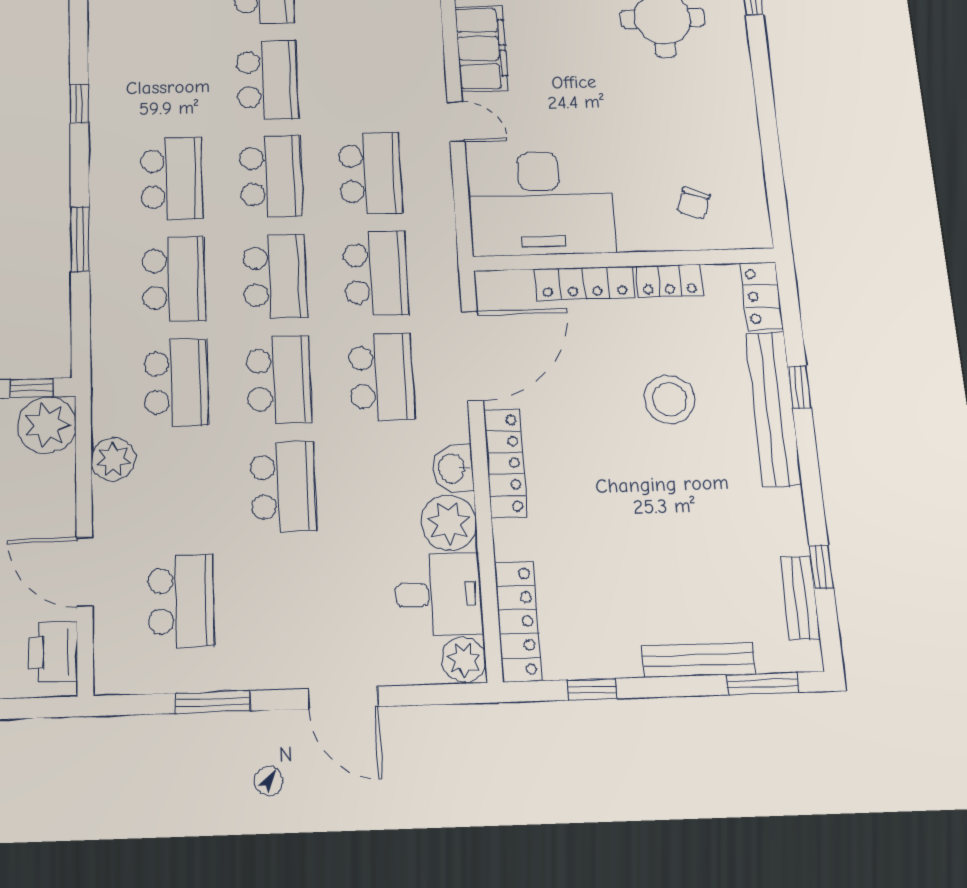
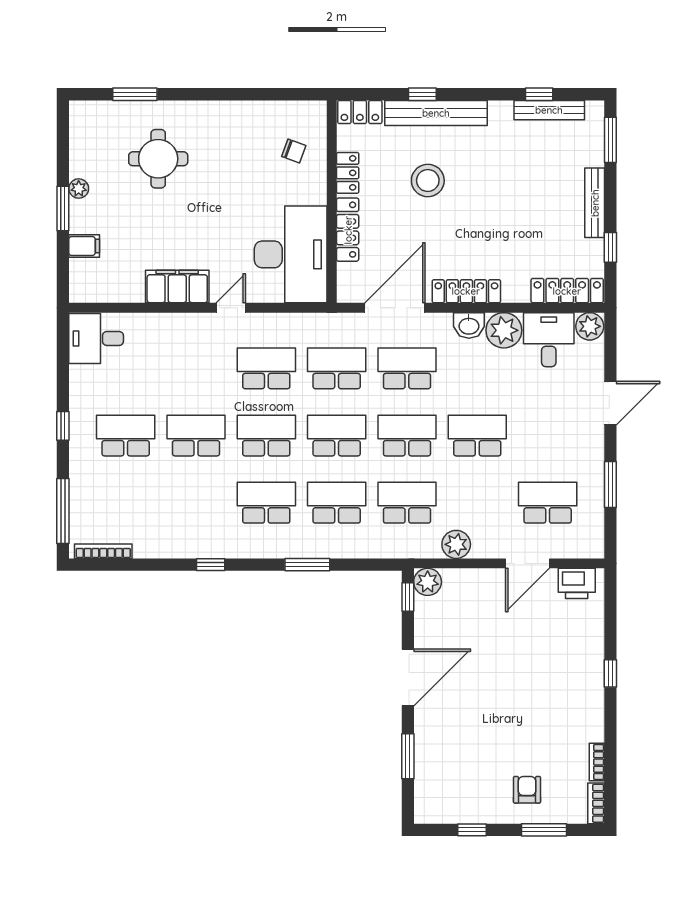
door: (472, 356) -> (395, 308), hinge flipped
plant: (47, 425) -> (428, 582), width x0.73, depth x0.73
bench: (800, 598) -> (549, 110), width x1.36
bench: (698, 660) -> (595, 203), moved

